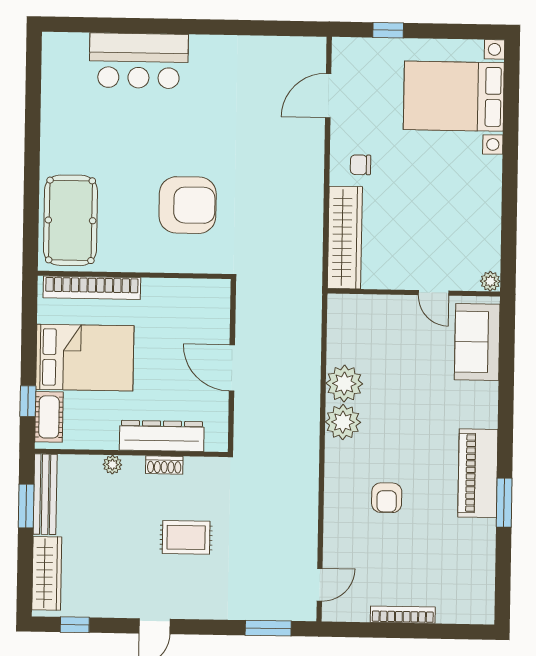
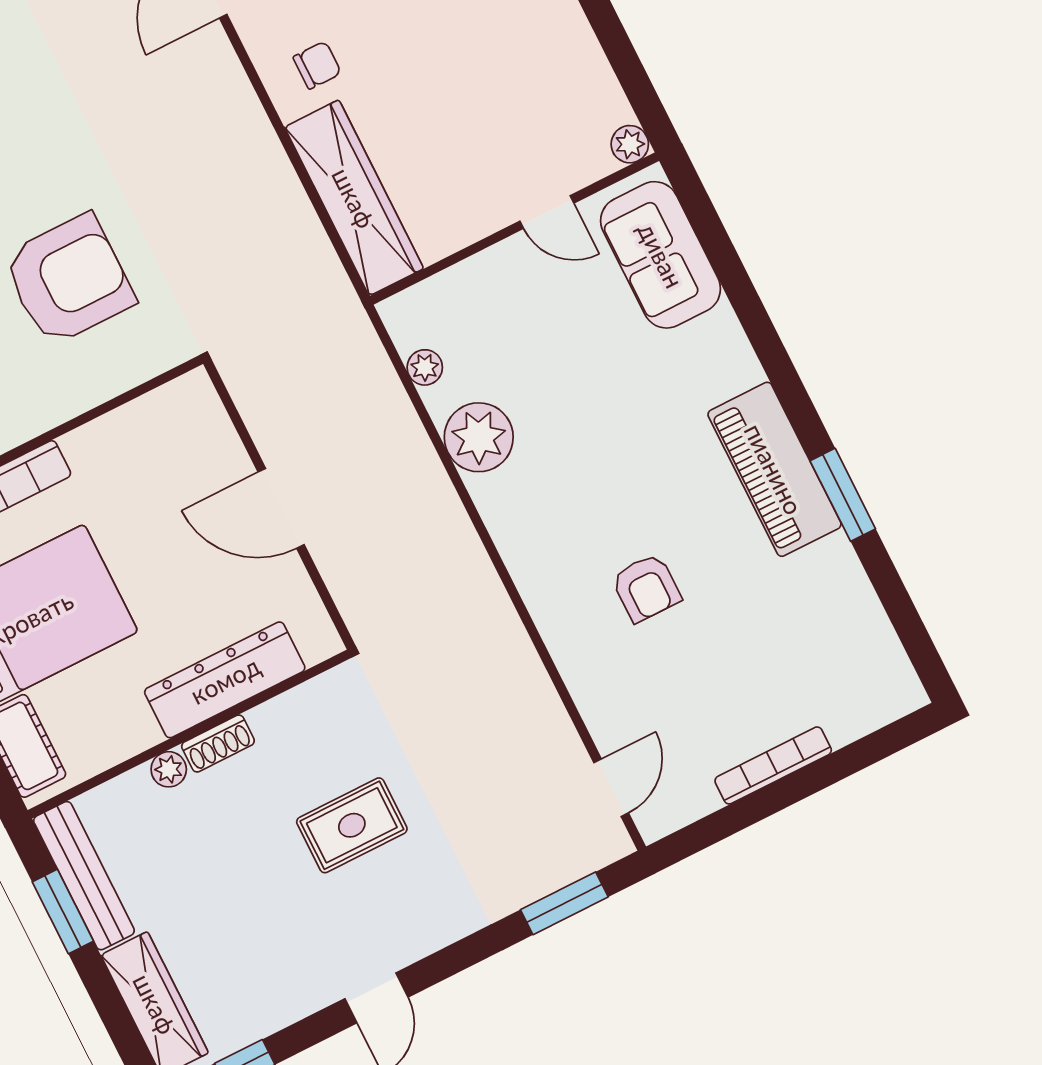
chair: (361, 165) -> (317, 65), turned 180
plant: (343, 422) -> (425, 367), moved, width x0.53, depth x0.53
shoe rack: (164, 465) -> (218, 744), moved

